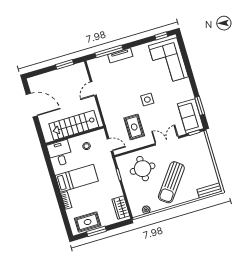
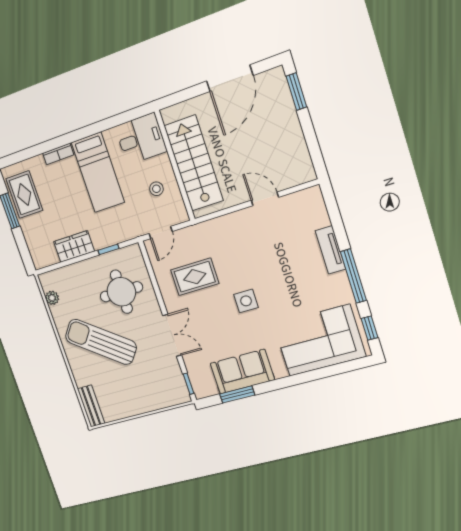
window: (109, 51) -> (353, 276), moved
window: (65, 64) -> (296, 92), moved
sofa: (191, 116) -> (242, 372), moved
wardrobe: (121, 208) -> (74, 246), moved

